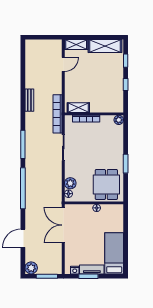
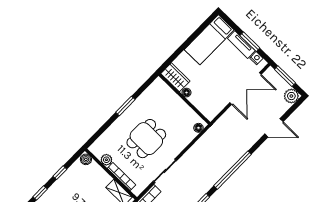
boiler: (118, 108) -> (86, 159), added
plant: (119, 120) -> (106, 160), moved
plant: (70, 183) -> (188, 135), removed
dining table: (106, 184) -> (146, 139), moved
wardrobe: (112, 211) -> (175, 77), added
double door: (63, 225) -> (246, 89), moved

